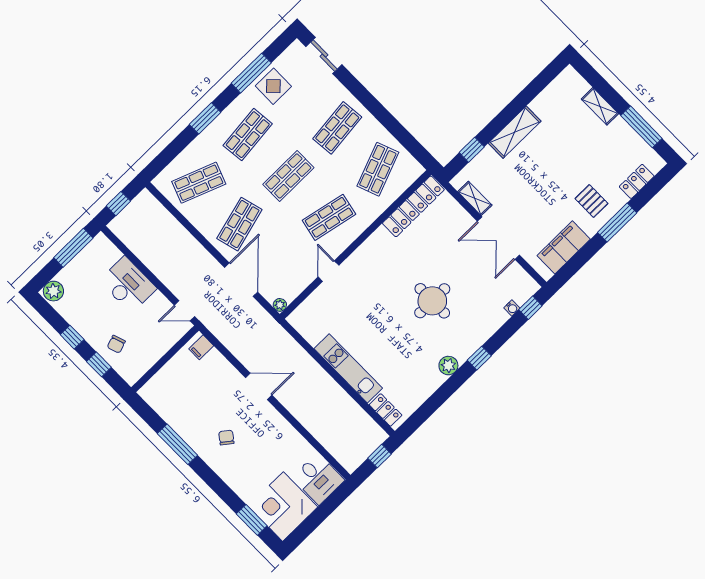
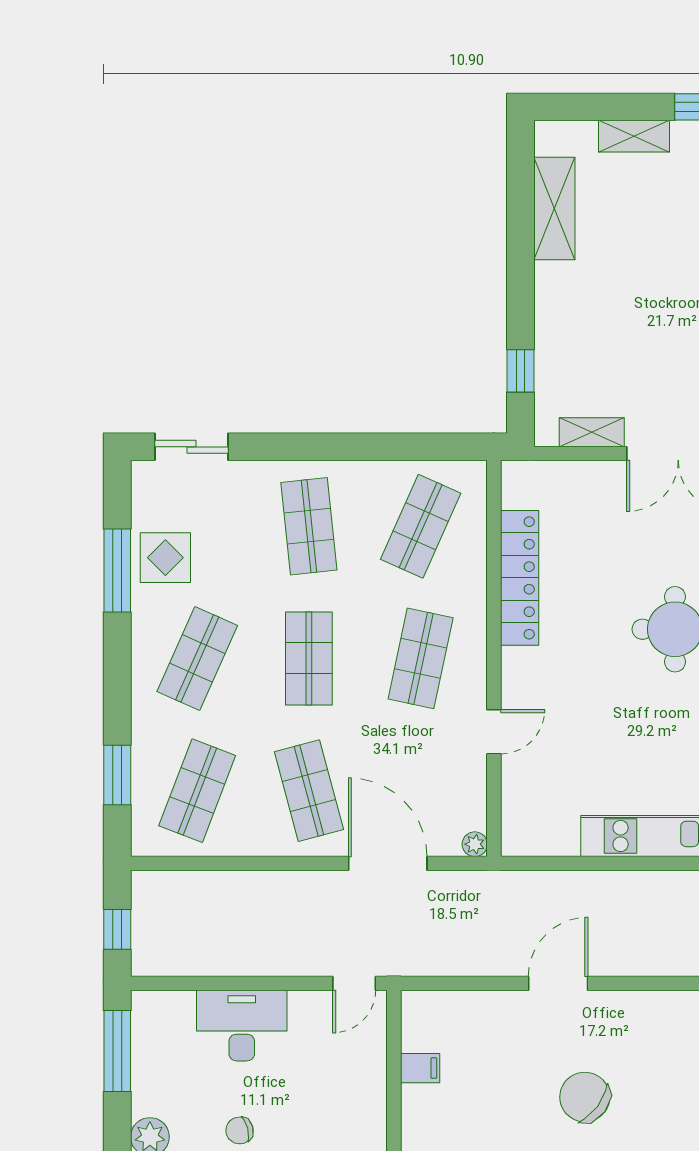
window: (205, 118) -> (117, 775), moved
shelving: (515, 132) -> (554, 208), moved
shop shelf: (248, 135) -> (197, 658), turned 30
shop shelf: (378, 169) -> (421, 526), turned 45
locker: (413, 206) -> (520, 578), moved
door: (328, 271) -> (494, 732), swing flipped
chair: (116, 344) -> (240, 1130), moved, turned 94
filing cabinet: (201, 347) -> (420, 1068), moved, turned -90
chair: (226, 438) -> (585, 1097), width x1.87, depth x1.87

